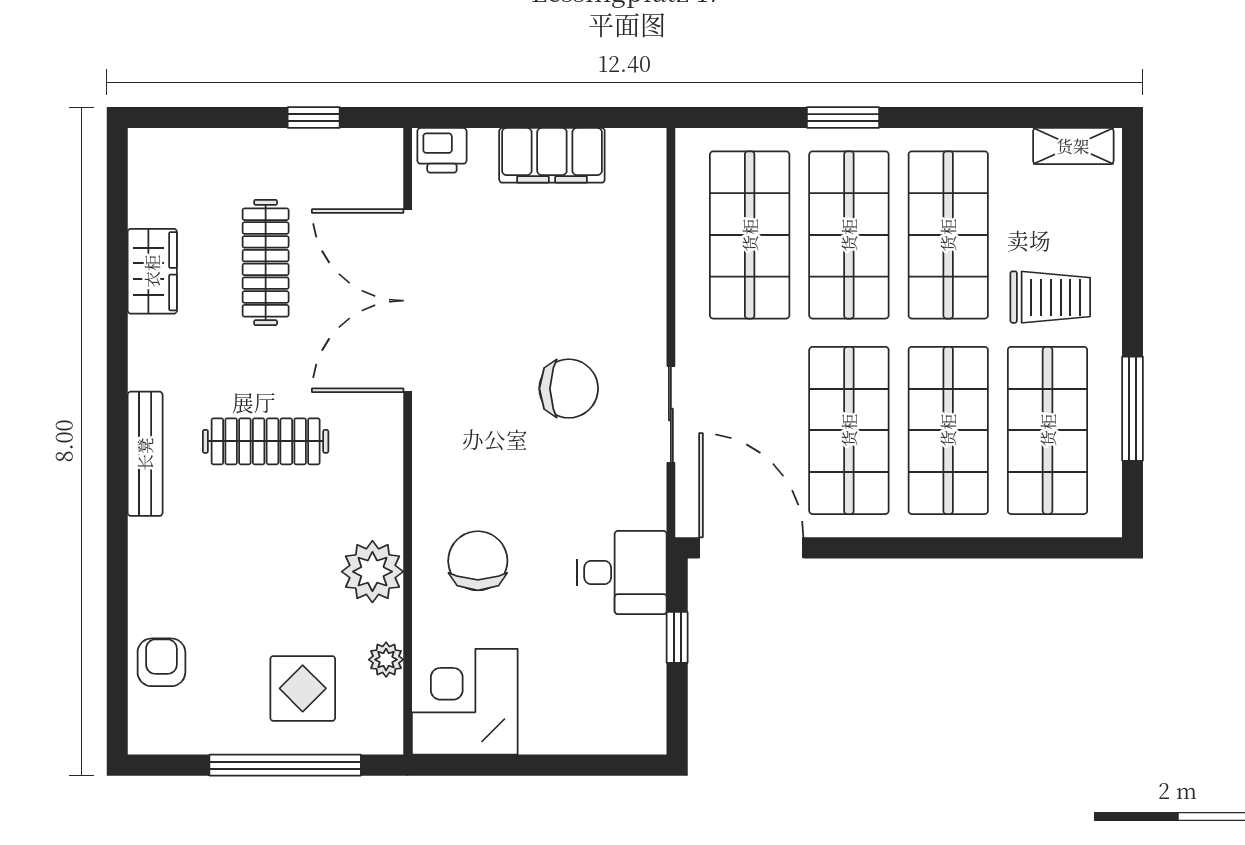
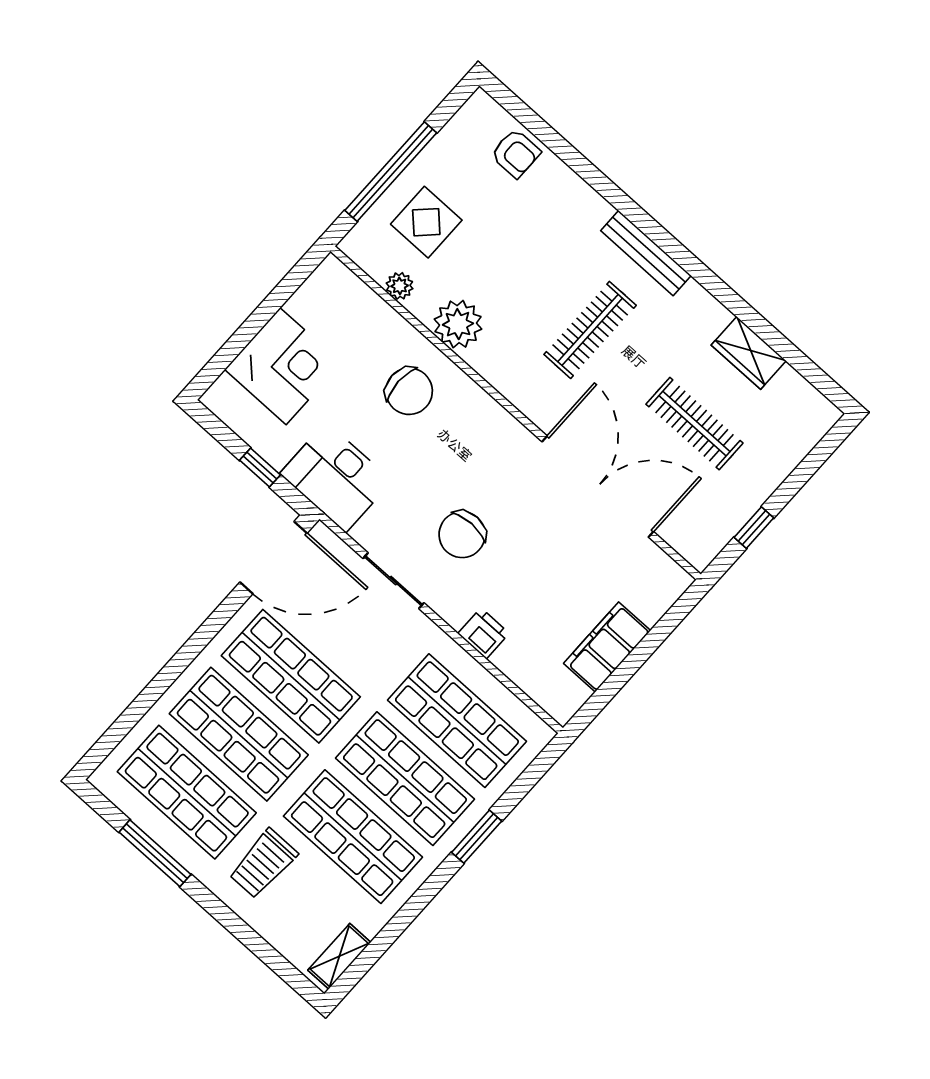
printer: (442, 150) -> (483, 633), moved, turned 90
desk: (622, 573) -> (336, 477), width x1.37
corner desk: (465, 702) -> (283, 366), moved

